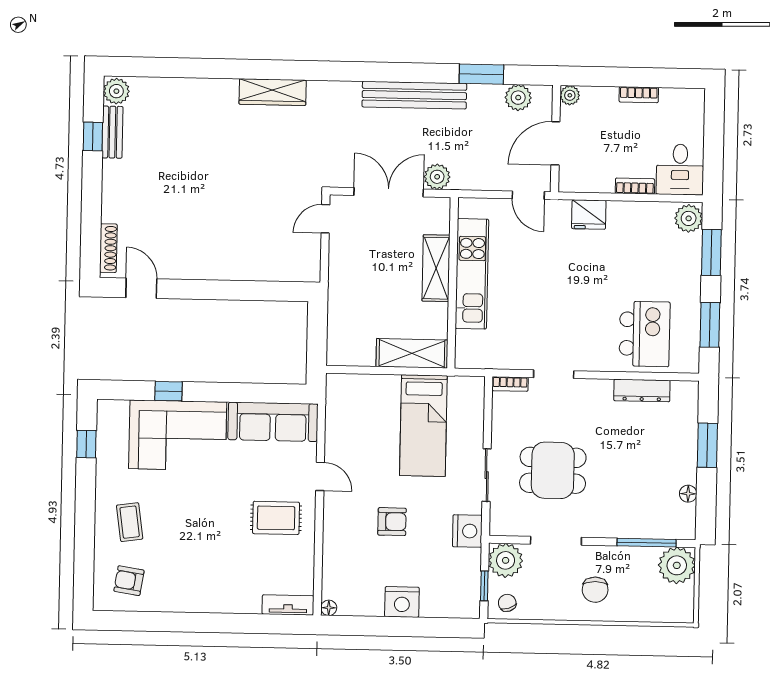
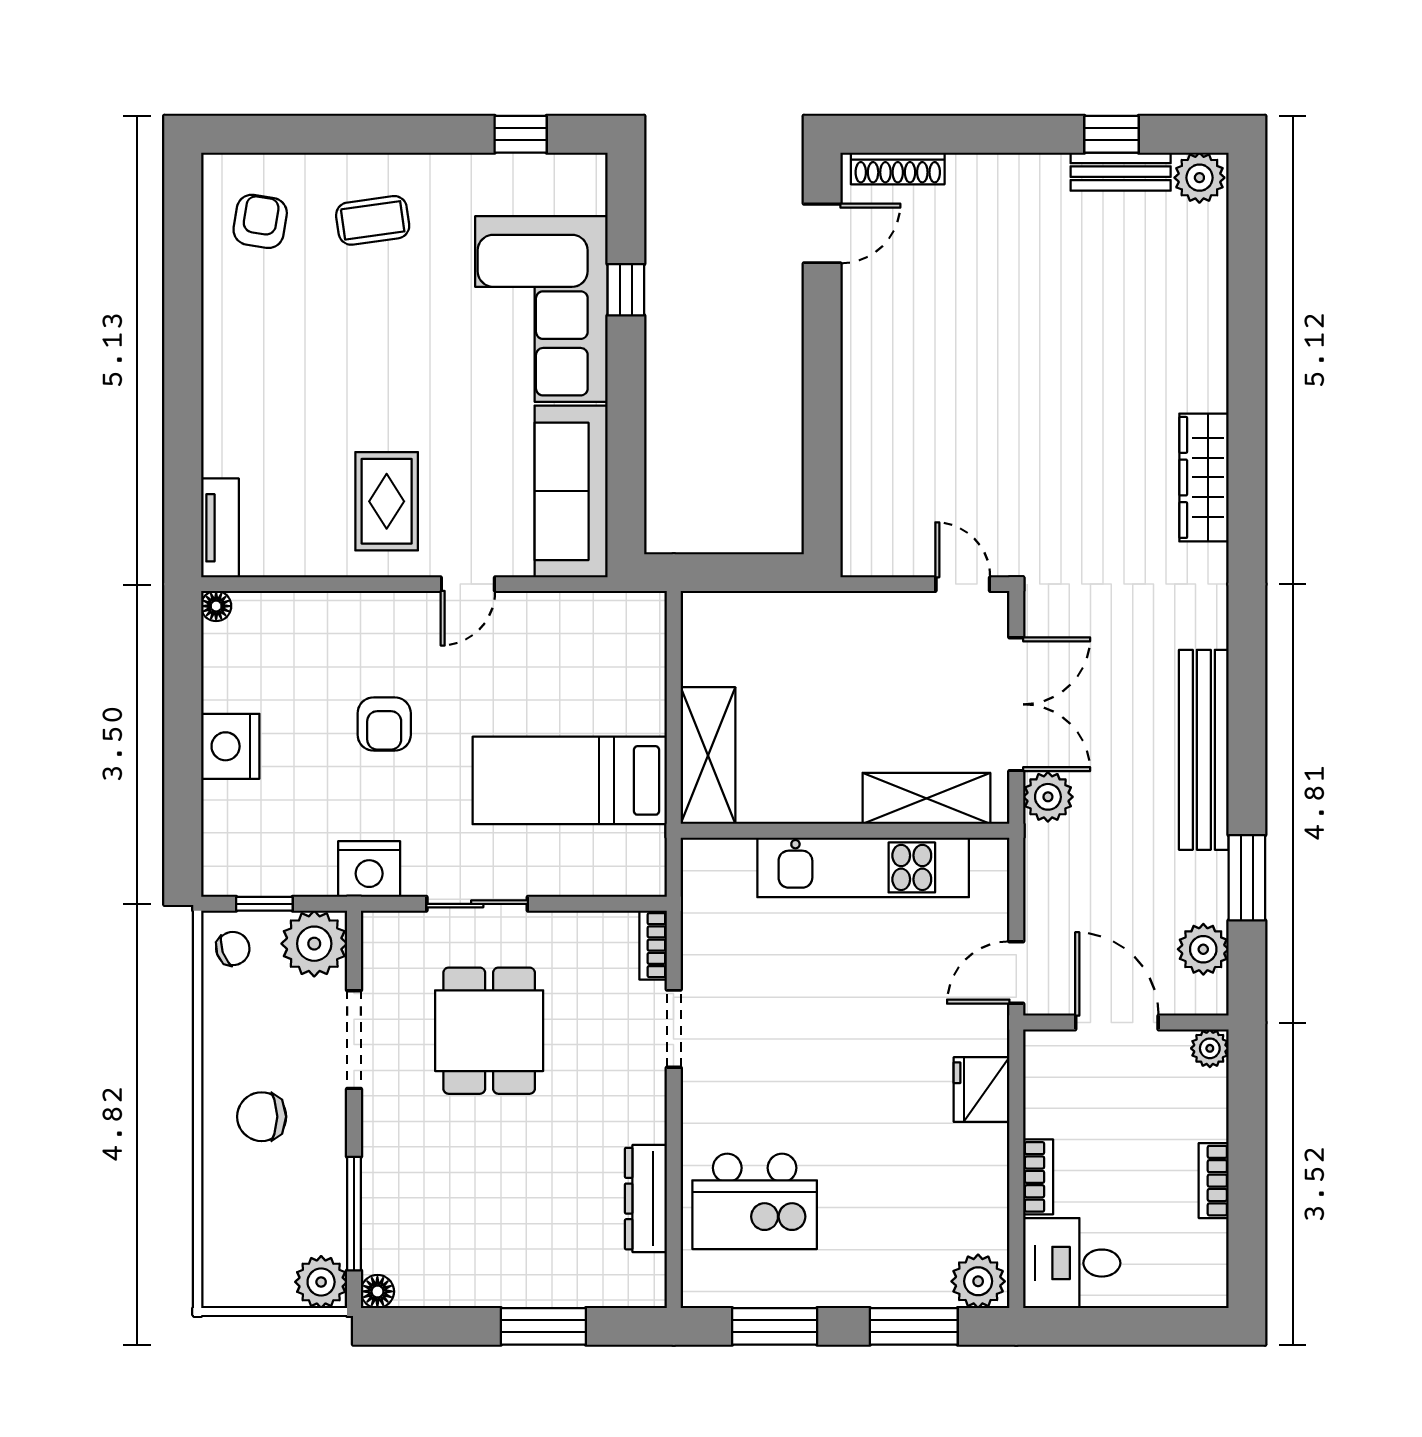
shelving: (436, 268) -> (926, 798), moved
floor lamp: (688, 494) -> (377, 1291), moved
plant: (677, 565) -> (321, 1282), width x0.73, depth x0.73

